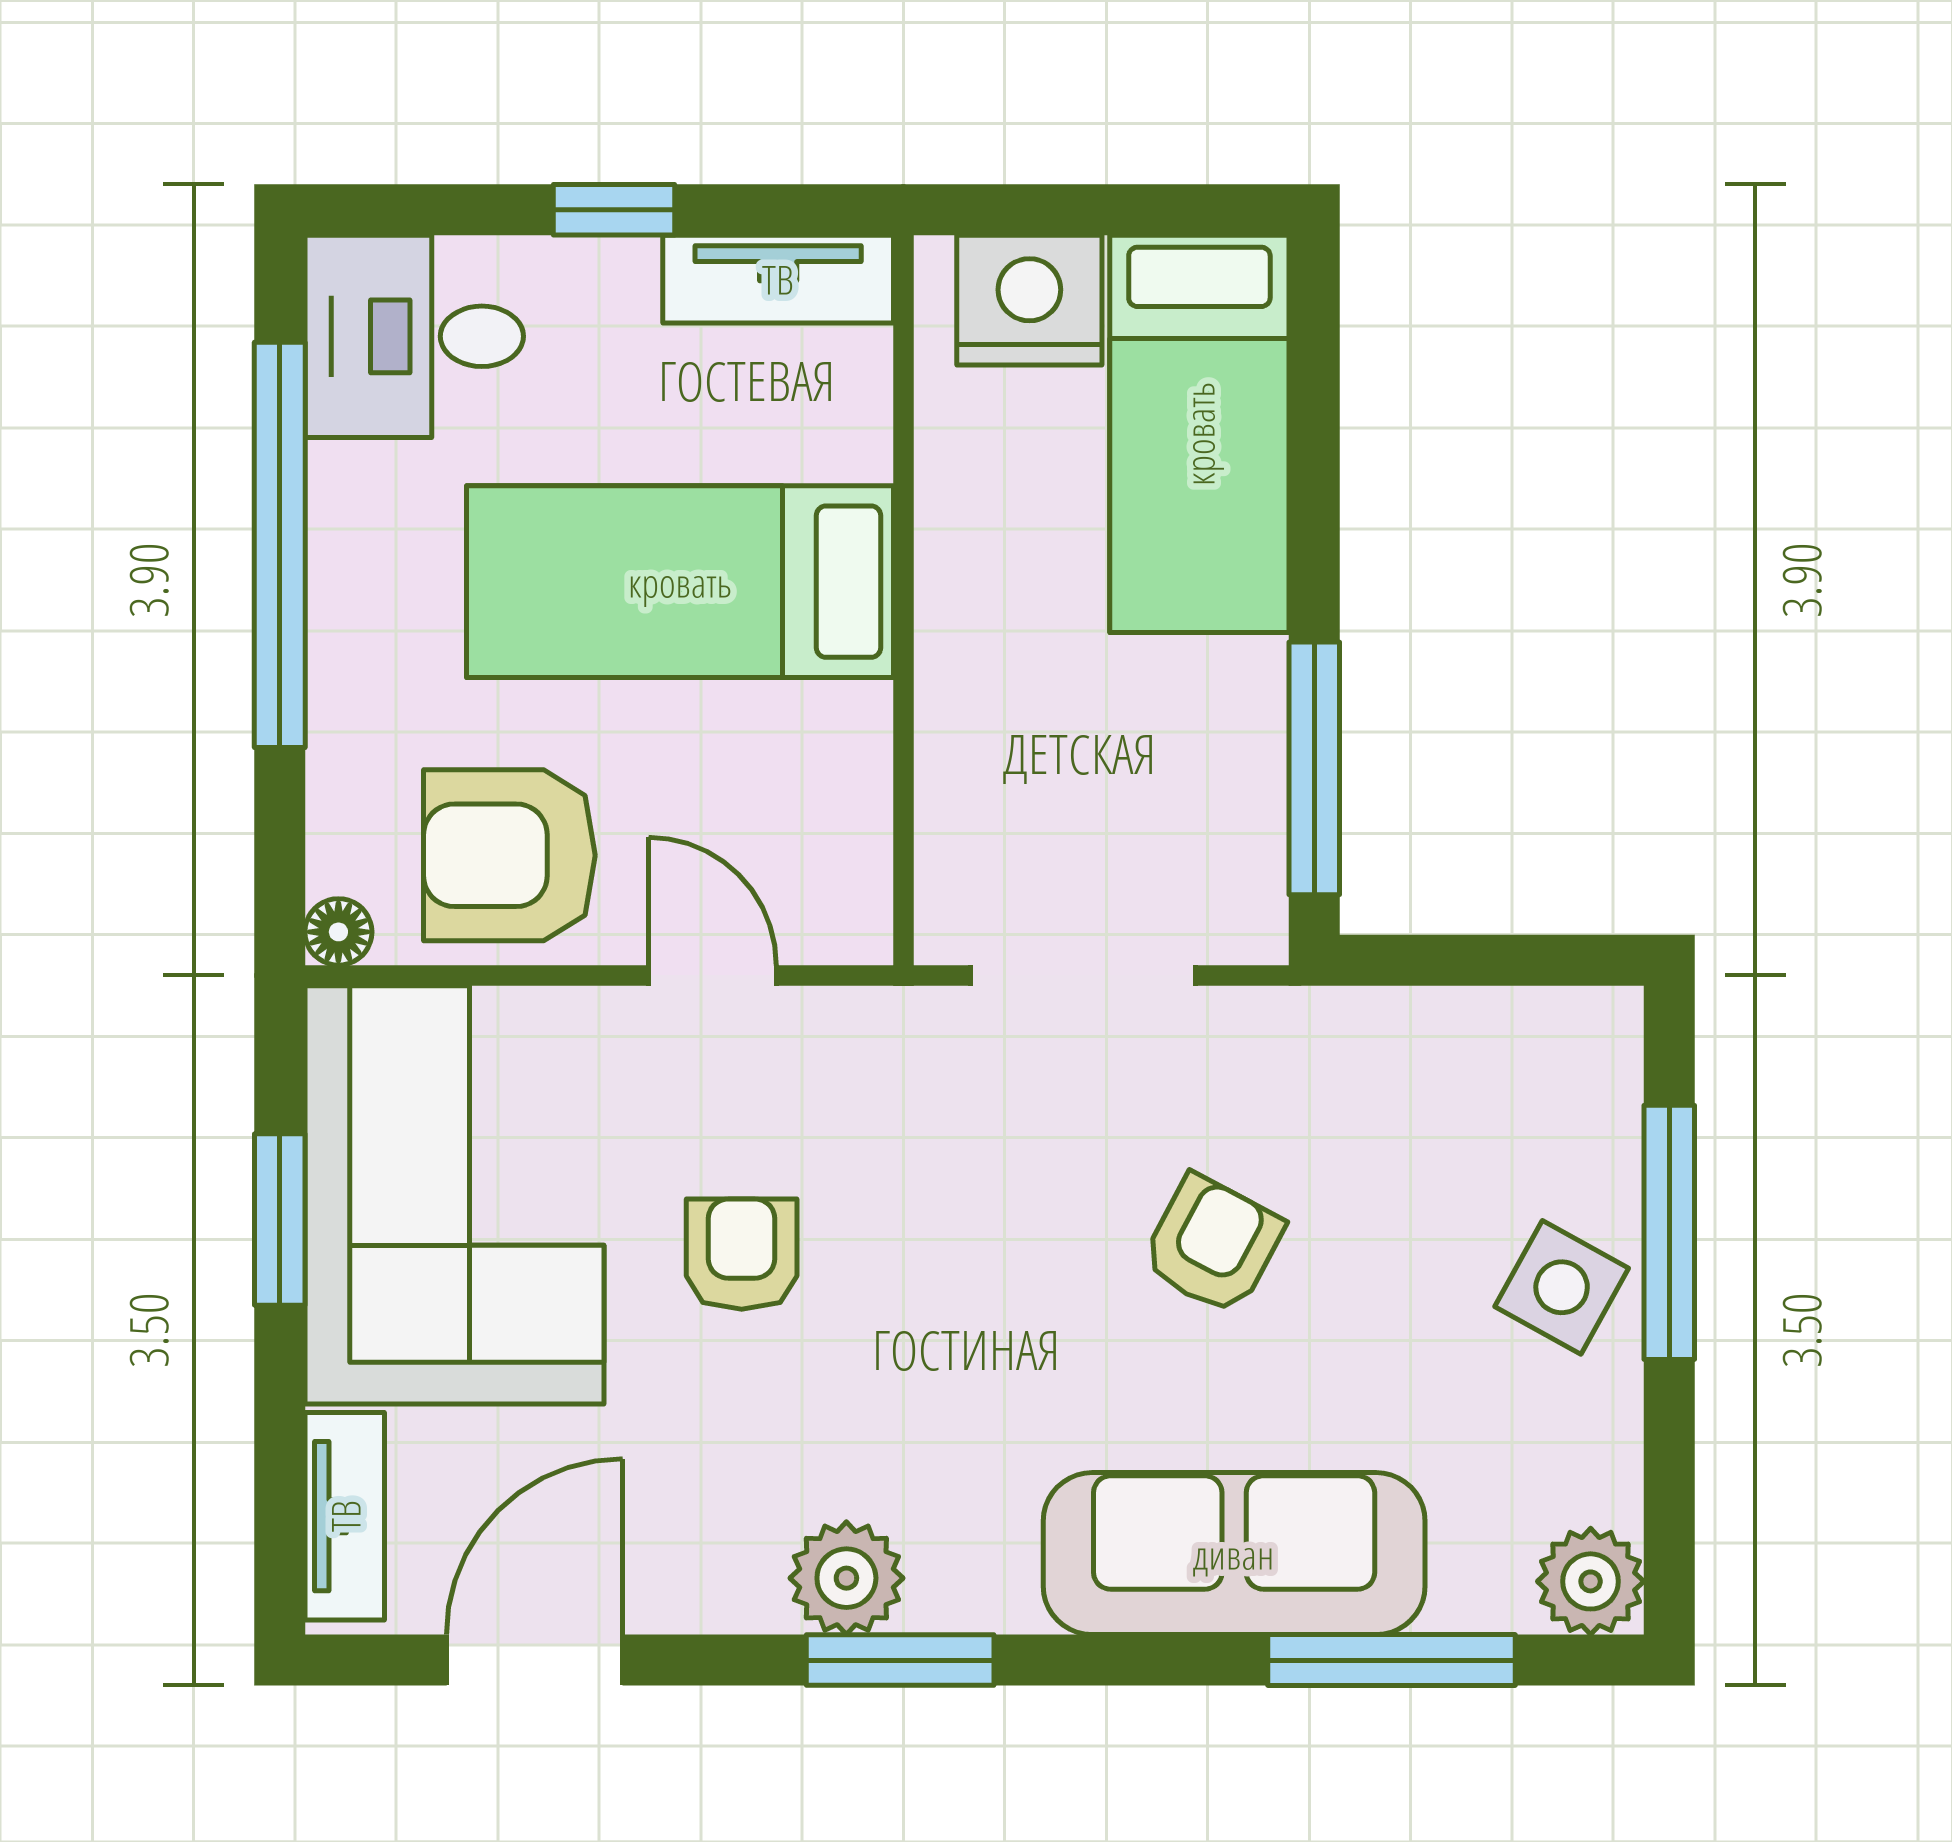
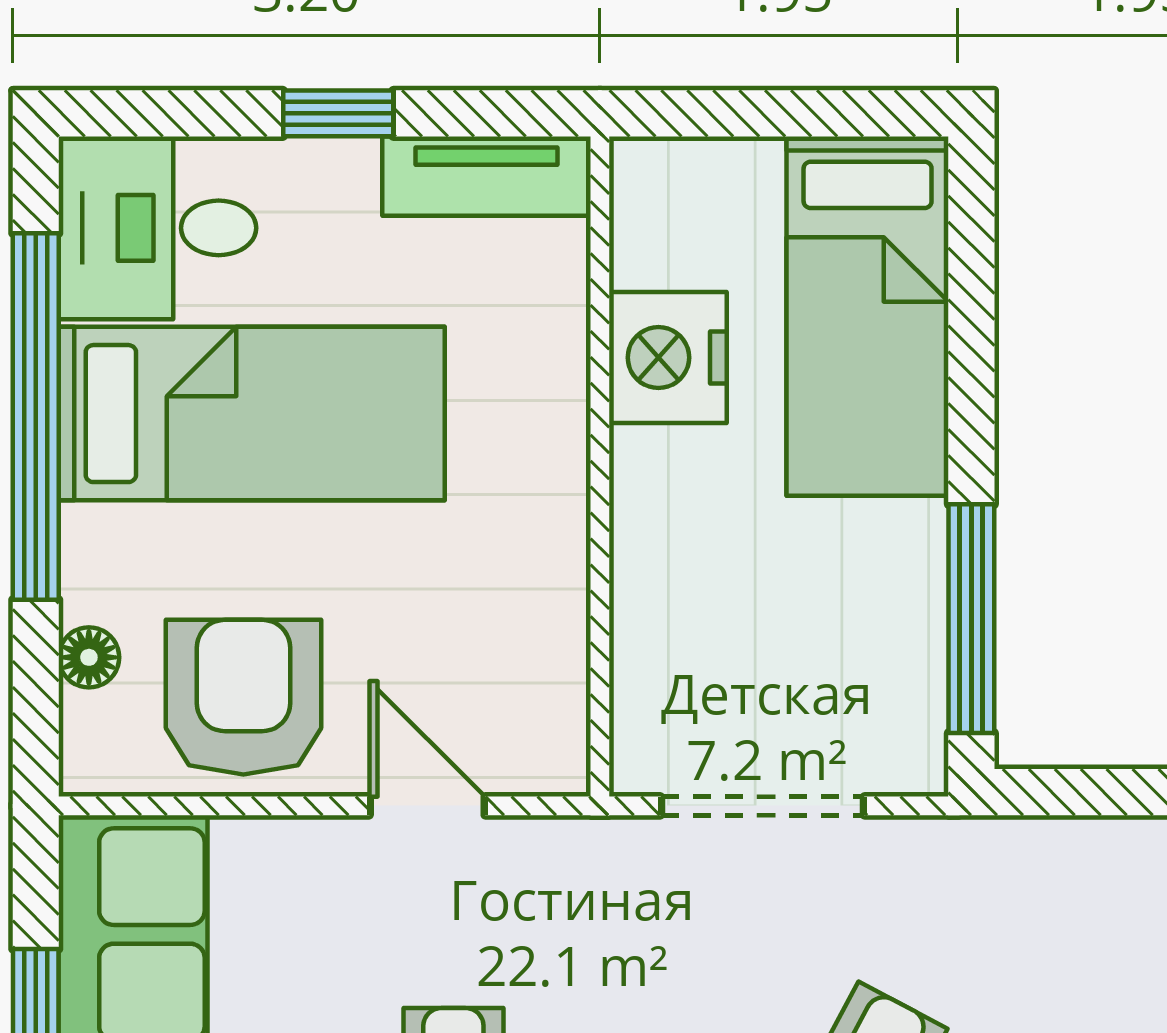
nightstand: (1029, 300) -> (668, 358), moved, turned -90
bed: (680, 582) -> (252, 414), moved, turned 180
armchair: (509, 855) -> (243, 697), turned 90
floor lamp: (338, 932) -> (89, 657), moved

